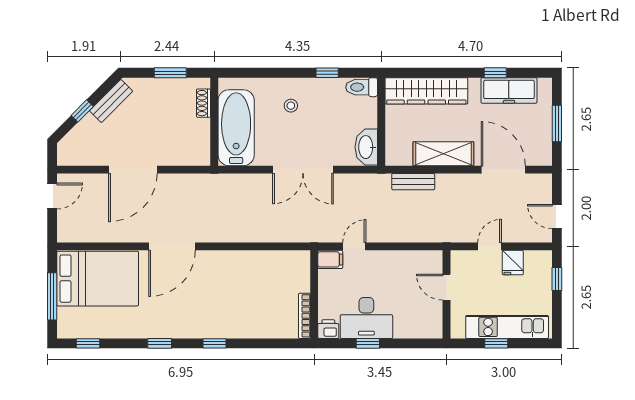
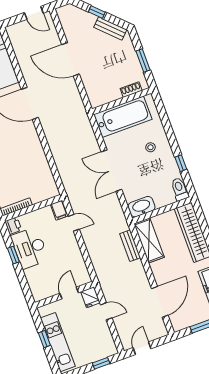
shelving: (443, 154) -> (149, 240), moved
fridge: (513, 263) -> (90, 297), moved, turned -90

